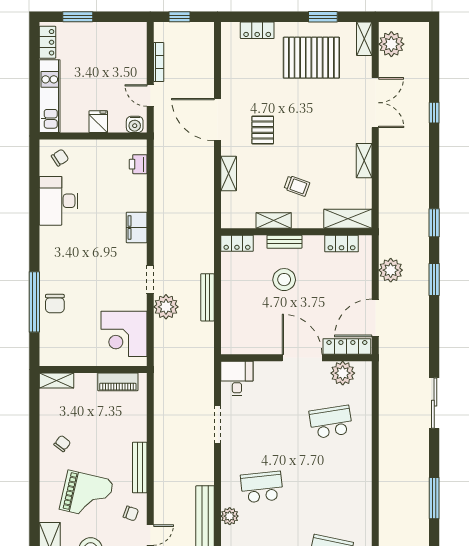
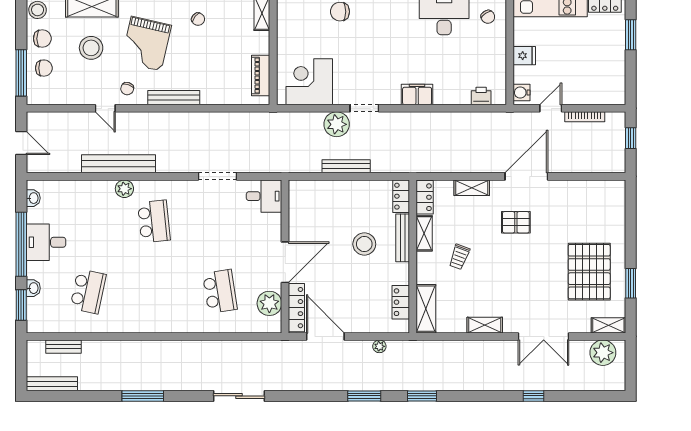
locker: (257, 30) -> (425, 197), moved, turned 180
bench: (284, 242) -> (403, 238), width x1.36
plant: (391, 270) -> (379, 346), width x0.53, depth x0.53

